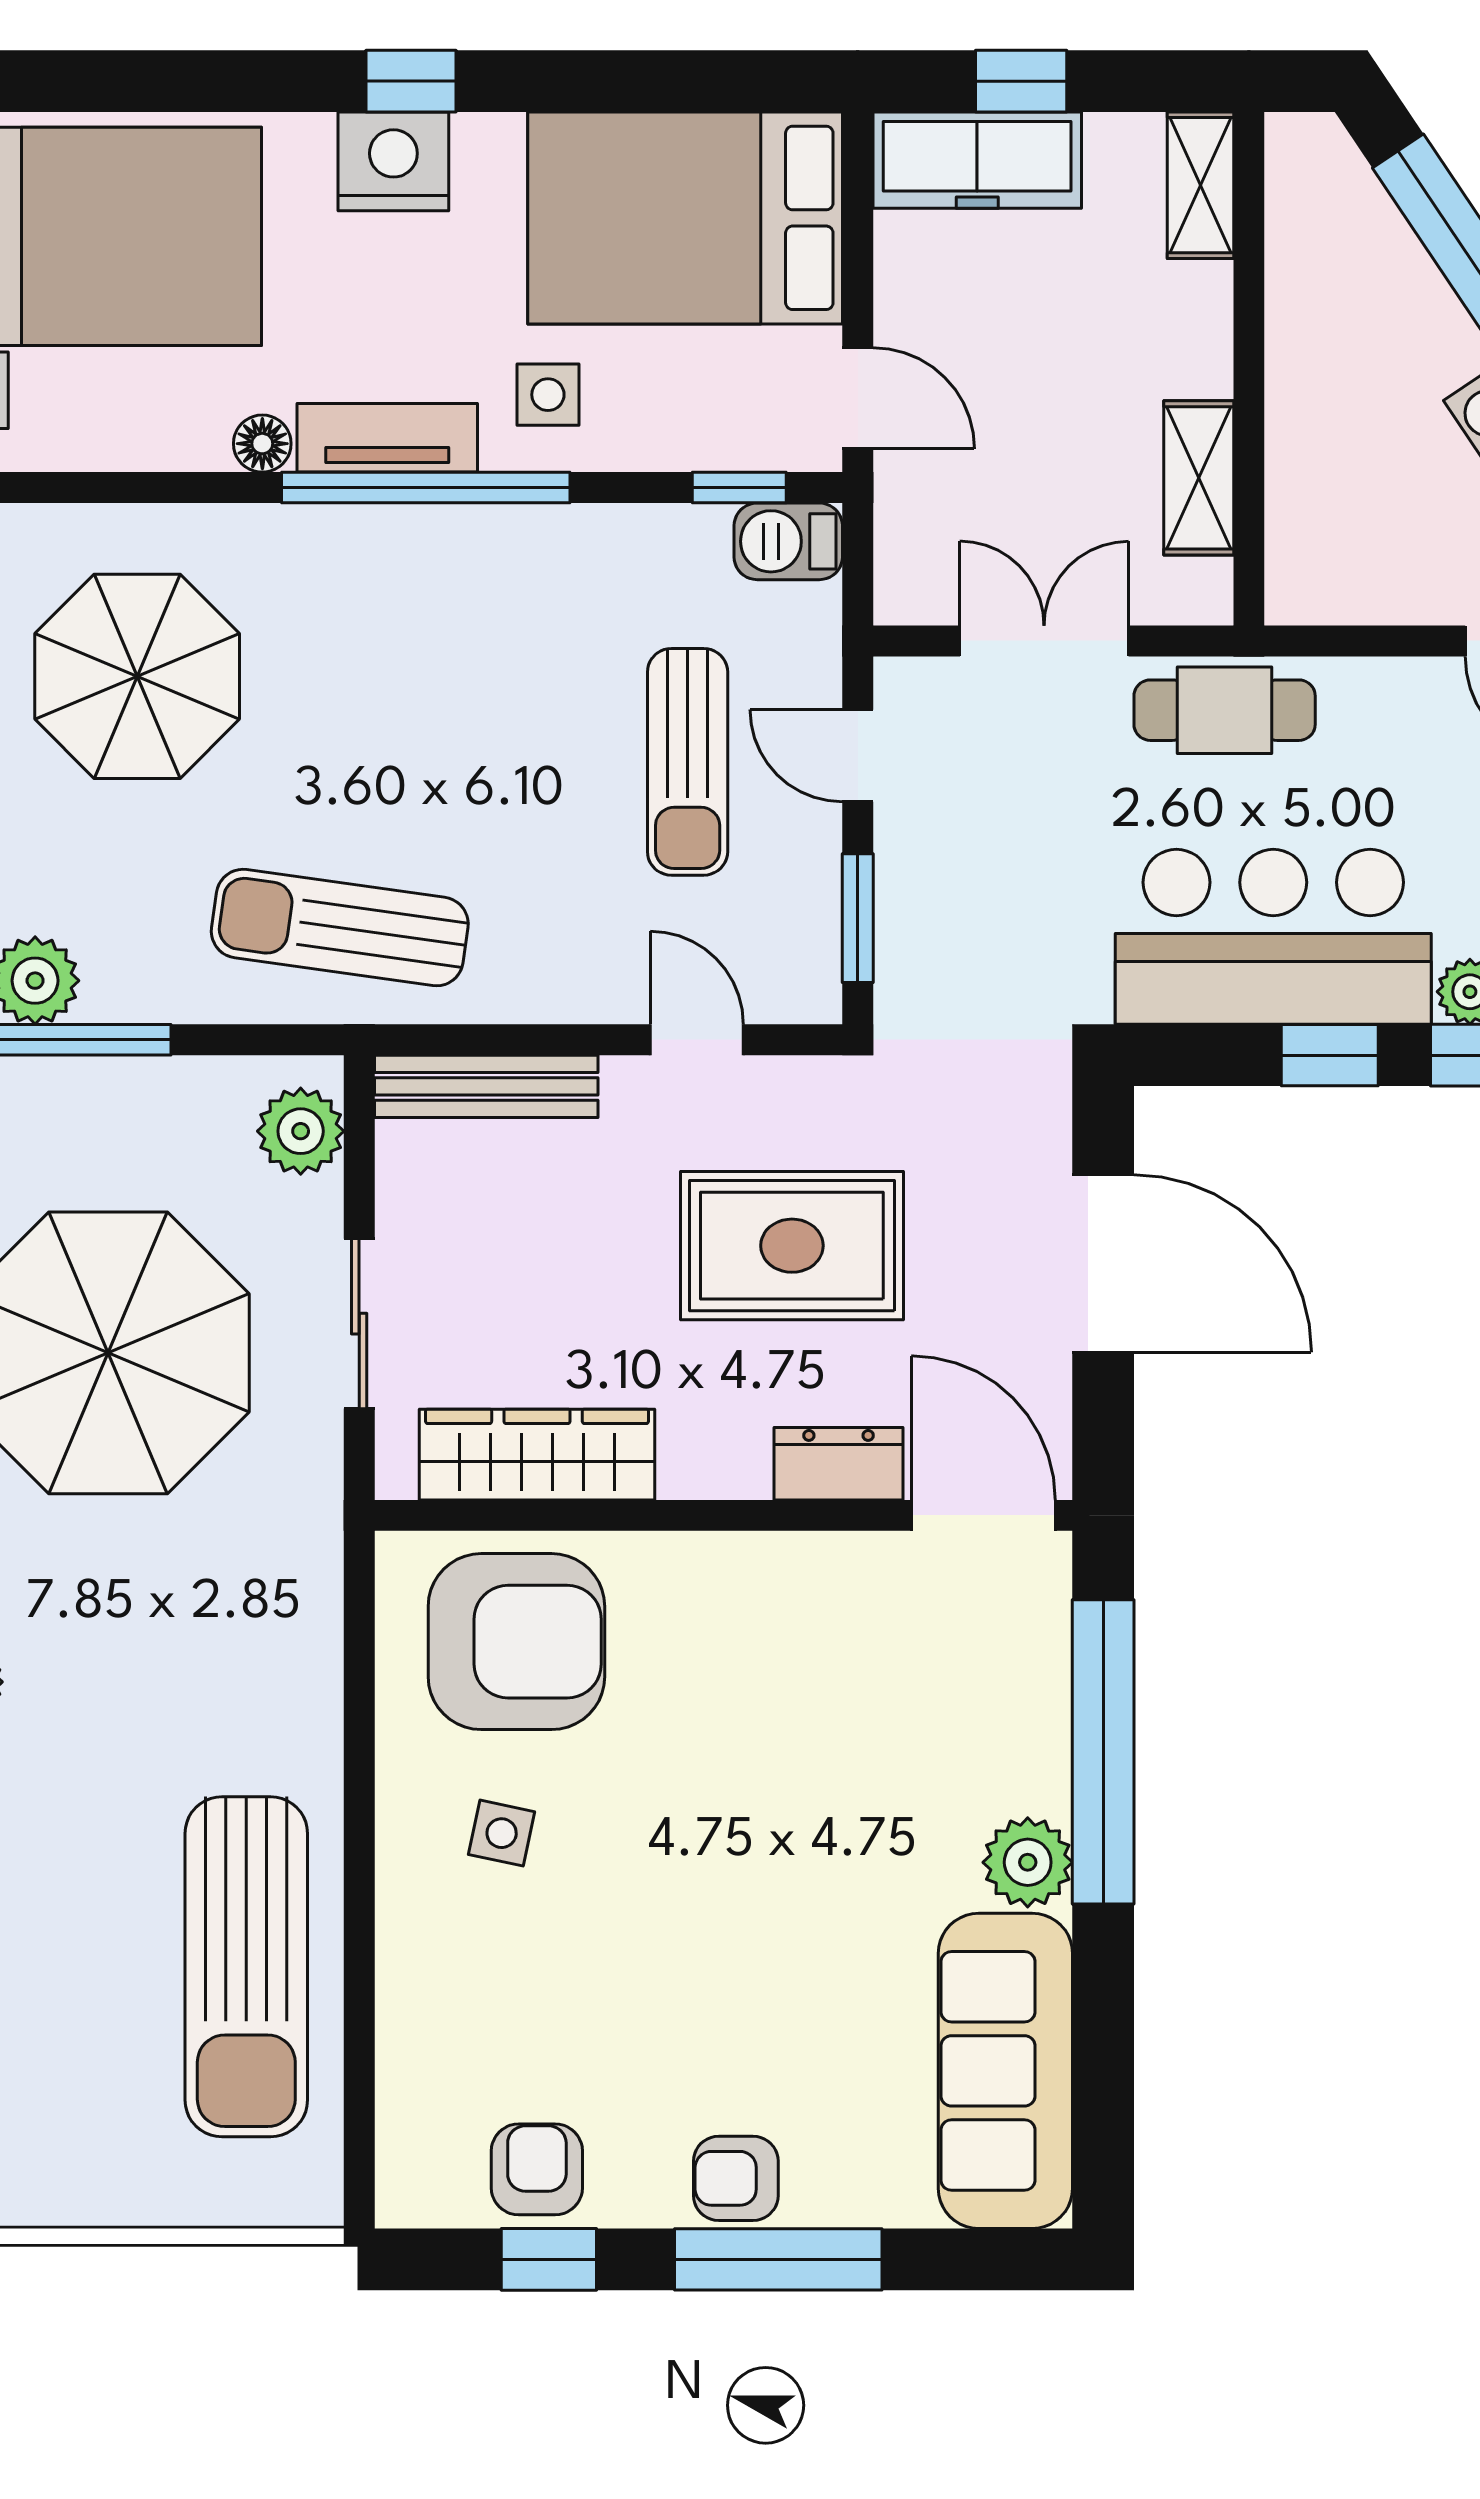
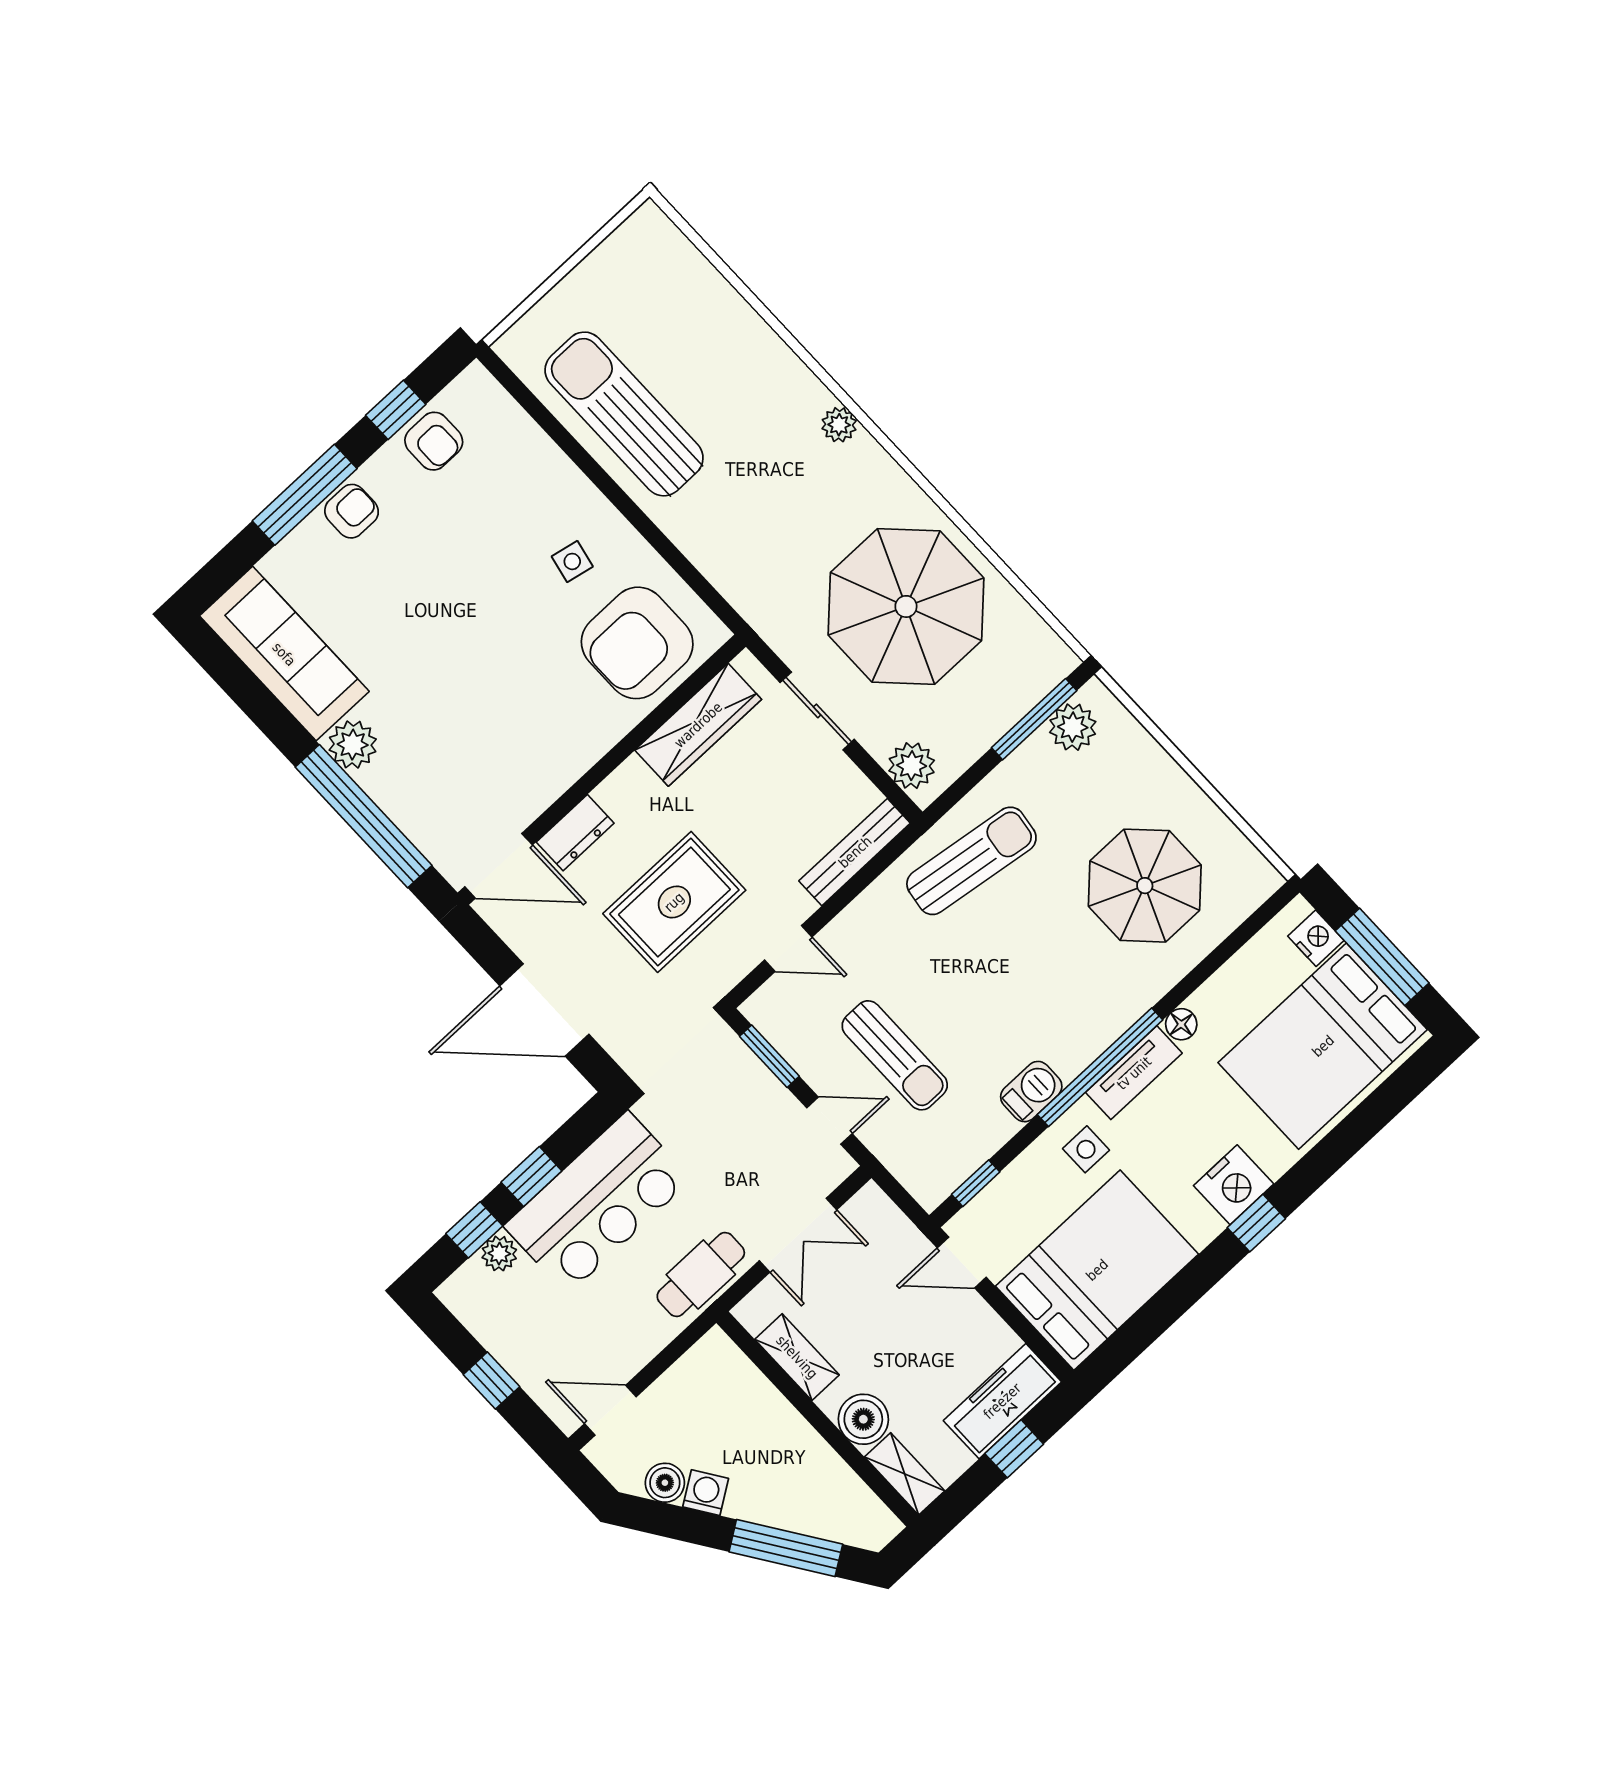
boiler: (1187, 311) -> (863, 1419), added
barbecue: (788, 541) -> (1031, 1092), moved
sun lounger: (688, 762) -> (895, 1055), turned 180

